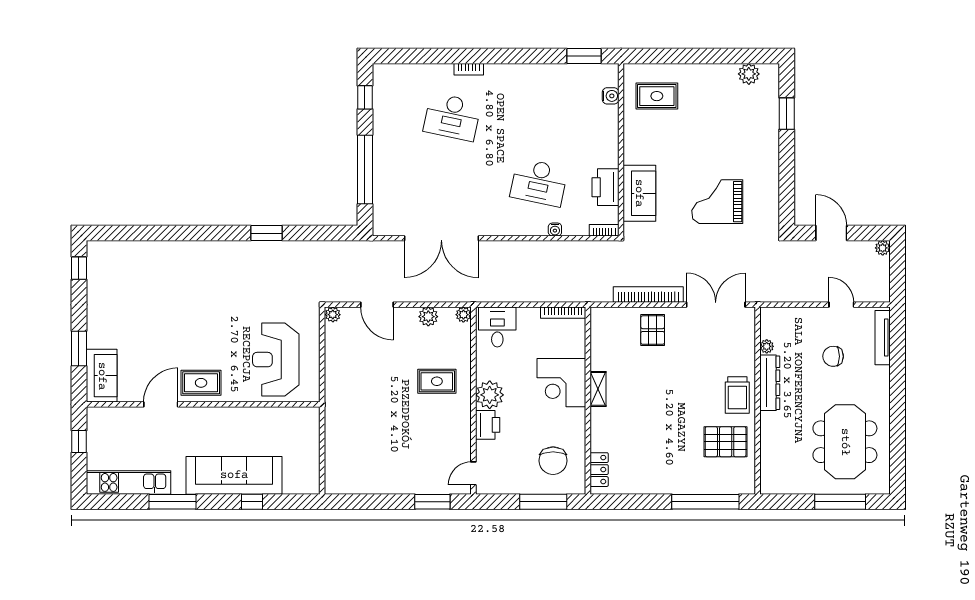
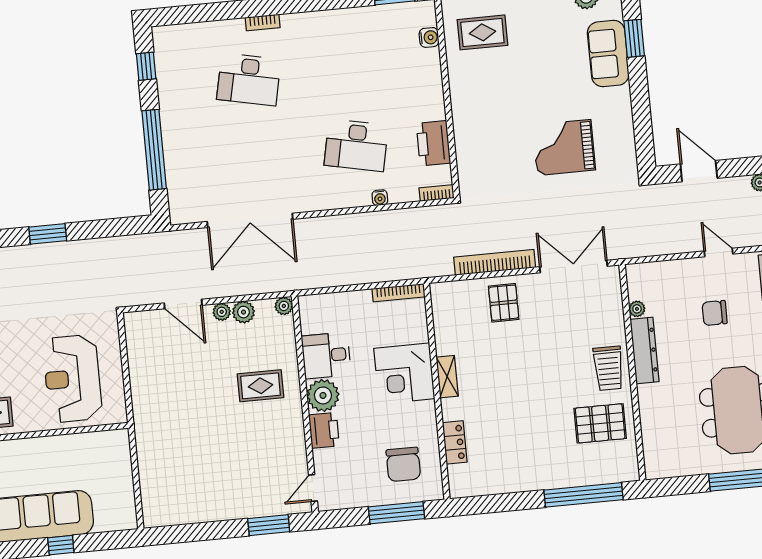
sofa: (639, 193) -> (608, 54), moved, turned 180
plant: (333, 315) -> (222, 312), moved
desk: (497, 327) -> (326, 355), moved, turned -90
locker: (599, 470) -> (455, 442), moved

